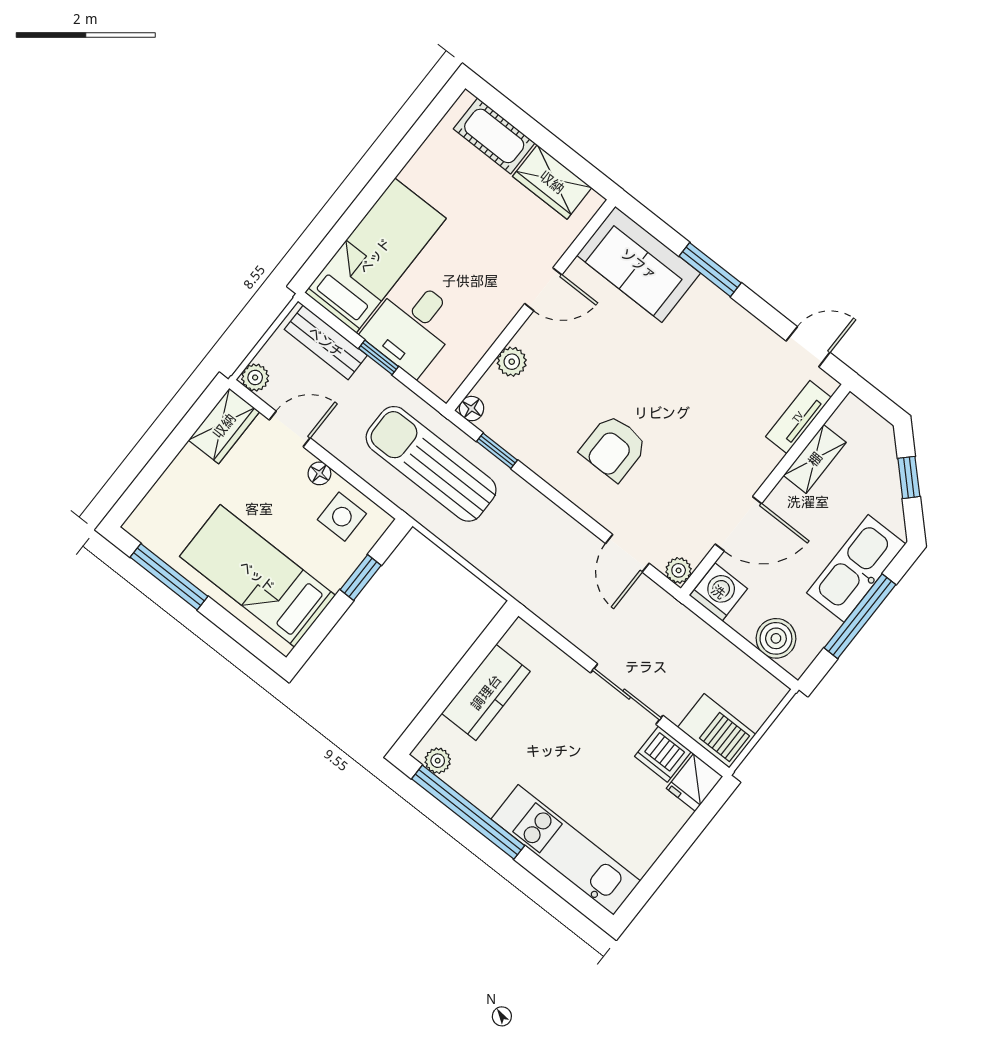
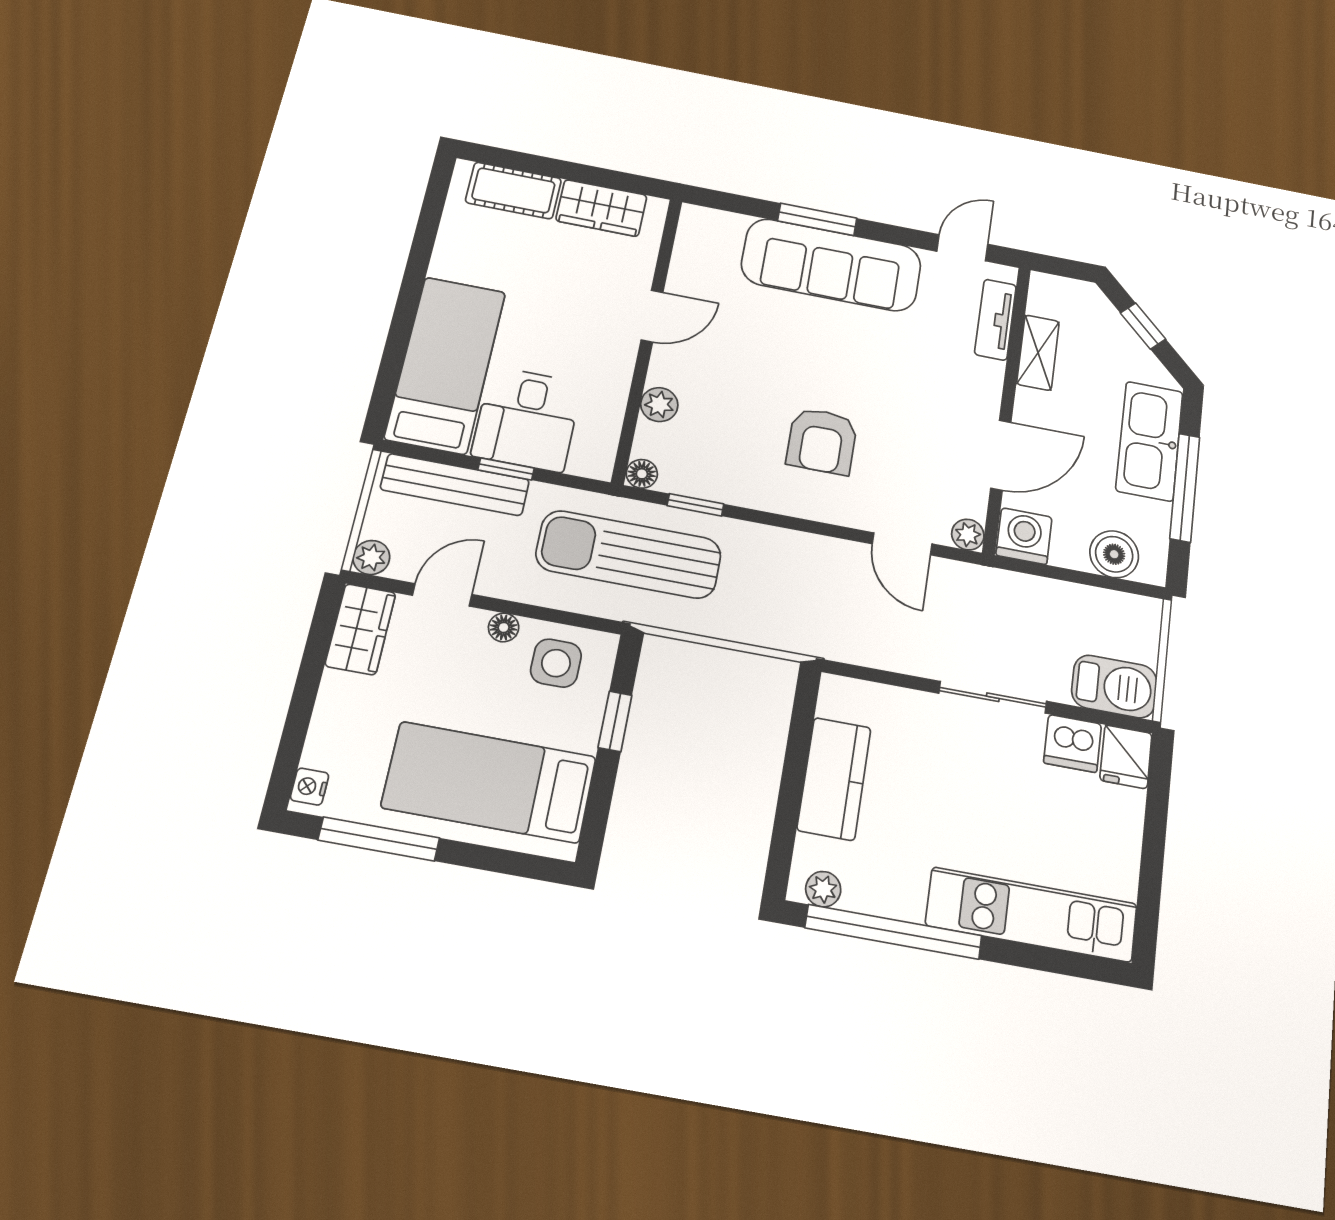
sofa: (639, 264) -> (831, 265), moved, width x1.36
bench: (326, 342) -> (455, 485), width x1.36
nightstand: (141, 519) -> (310, 787), added

